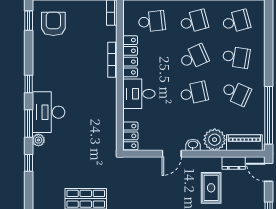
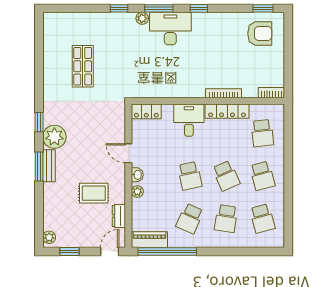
plant: (215, 140) -> (137, 191), width x0.53, depth x0.53
piano: (244, 143) -> (149, 240), moved, turned -90

